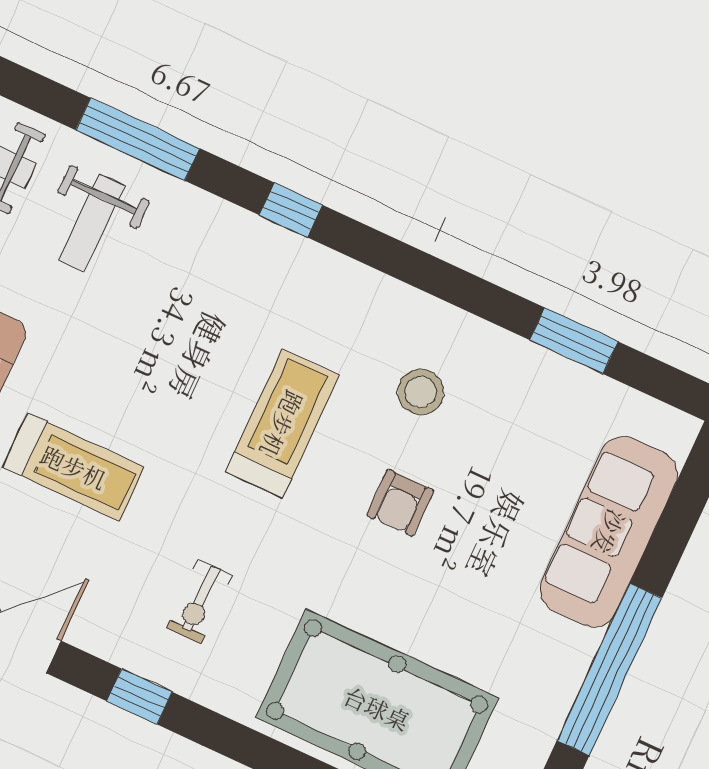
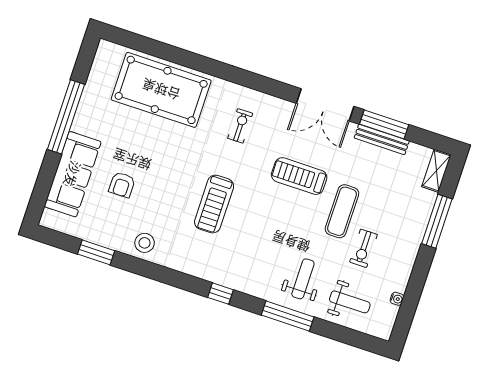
stool: (421, 392) -> (145, 243), moved
armchair: (400, 503) -> (122, 185), moved, turned 180
window: (139, 697) -> (261, 83), removed

